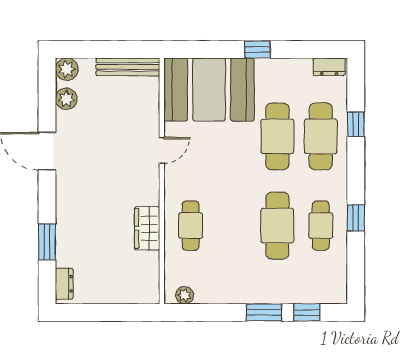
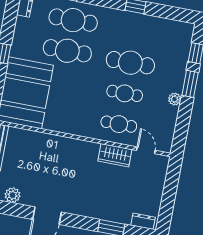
door: (162, 150) -> (146, 150), moved
cafe table: (321, 226) -> (125, 93), moved
plant: (185, 295) -> (175, 99), moved

